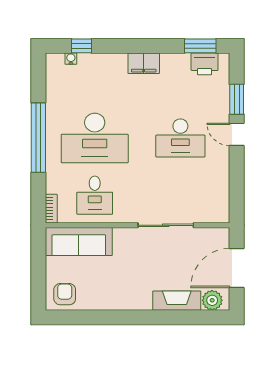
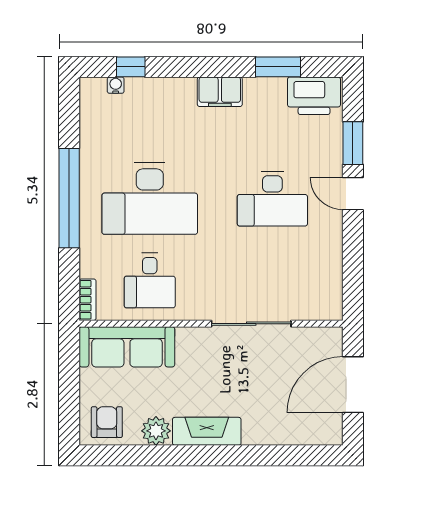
window: (200, 46) -> (278, 67), moved
printer: (205, 64) -> (314, 96), width x1.37, depth x1.19
plant: (212, 300) -> (156, 431), moved
fireplace: (177, 301) -> (207, 431), moved

